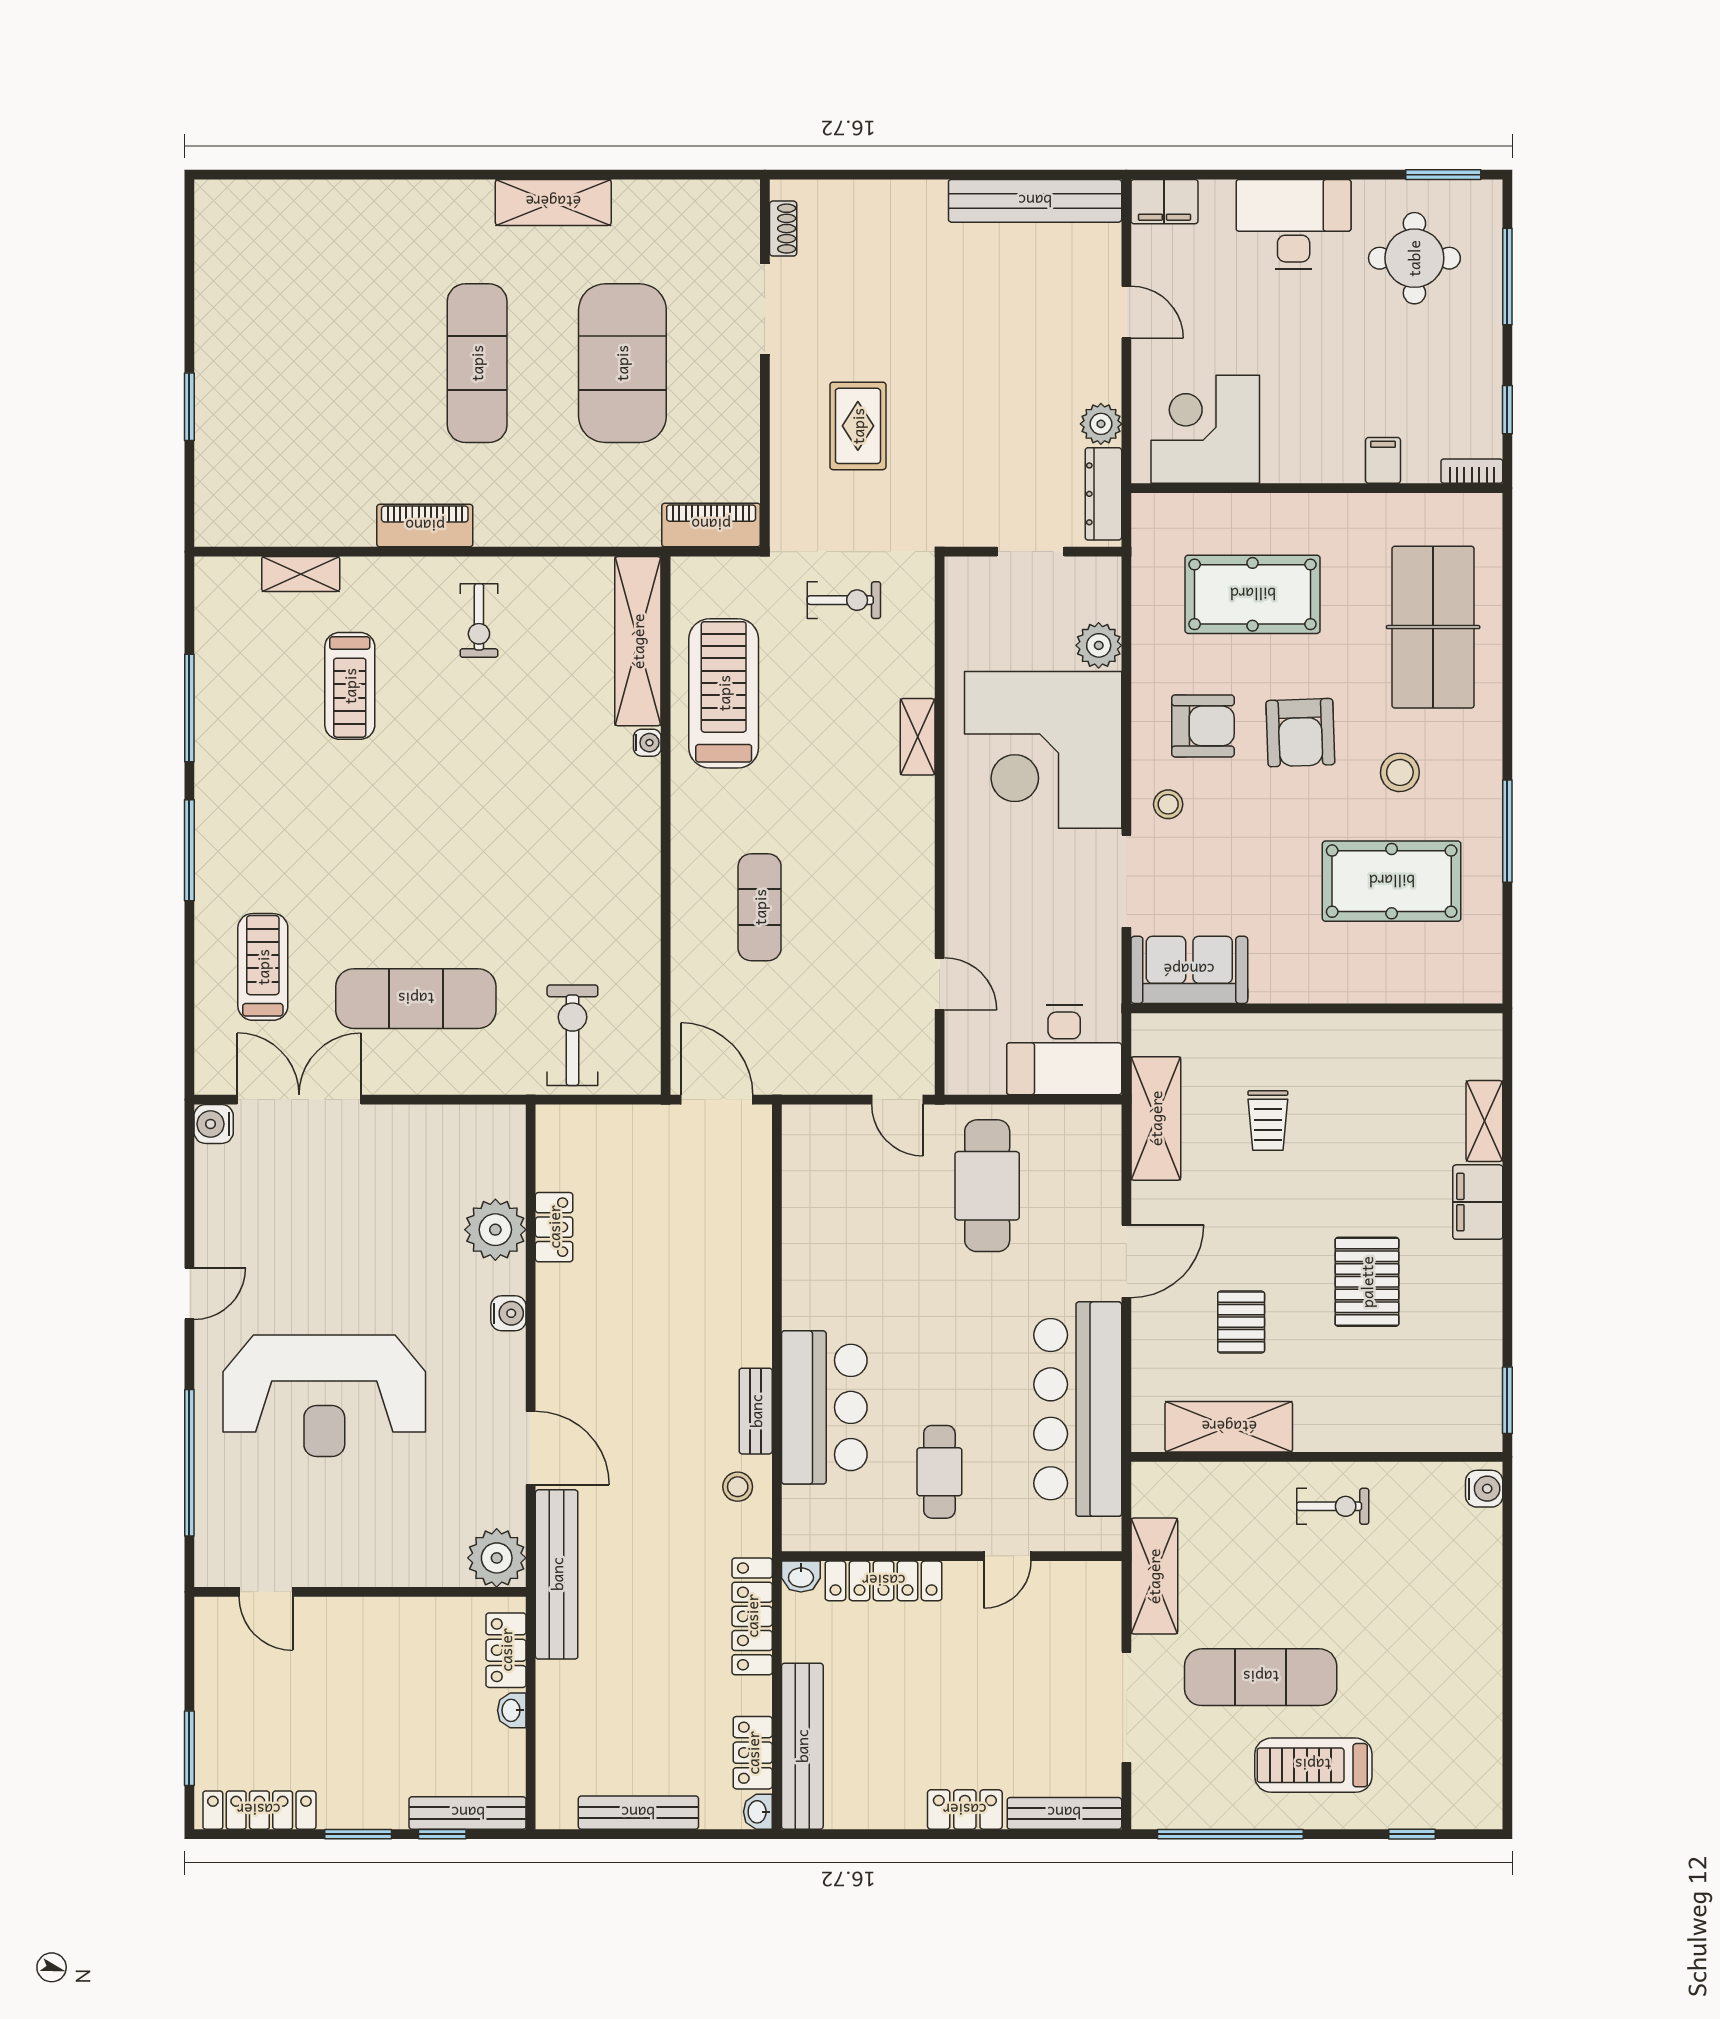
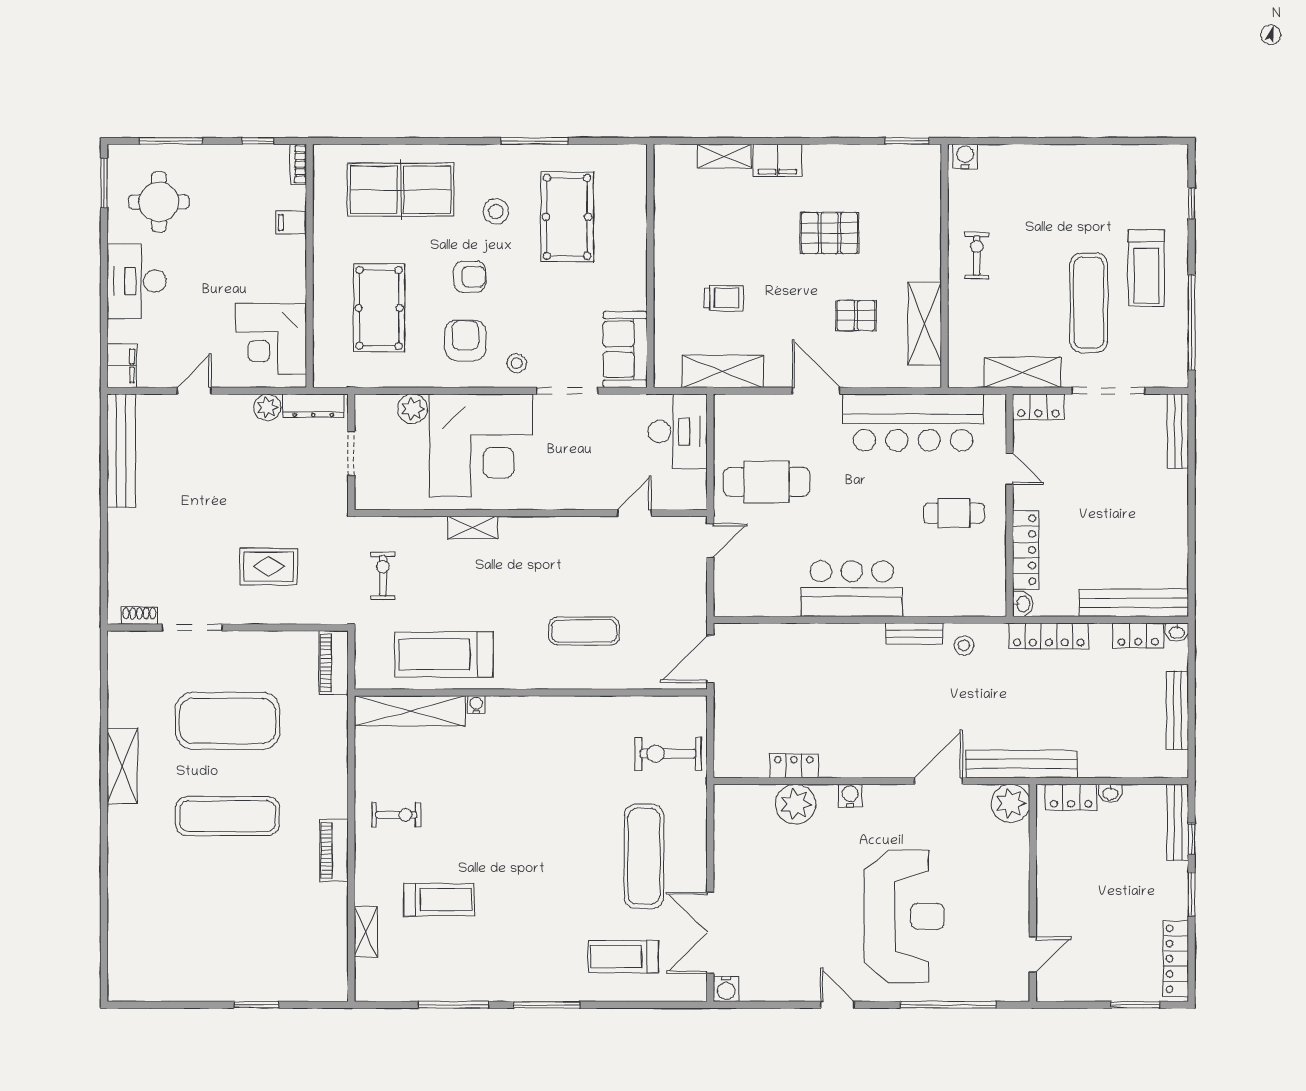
armchair: (1300, 733) -> (470, 277), width x0.72, depth x0.72
bar counter: (824, 1407) -> (852, 589), moved
locker: (965, 1810) -> (1038, 407), moved, turned -90

